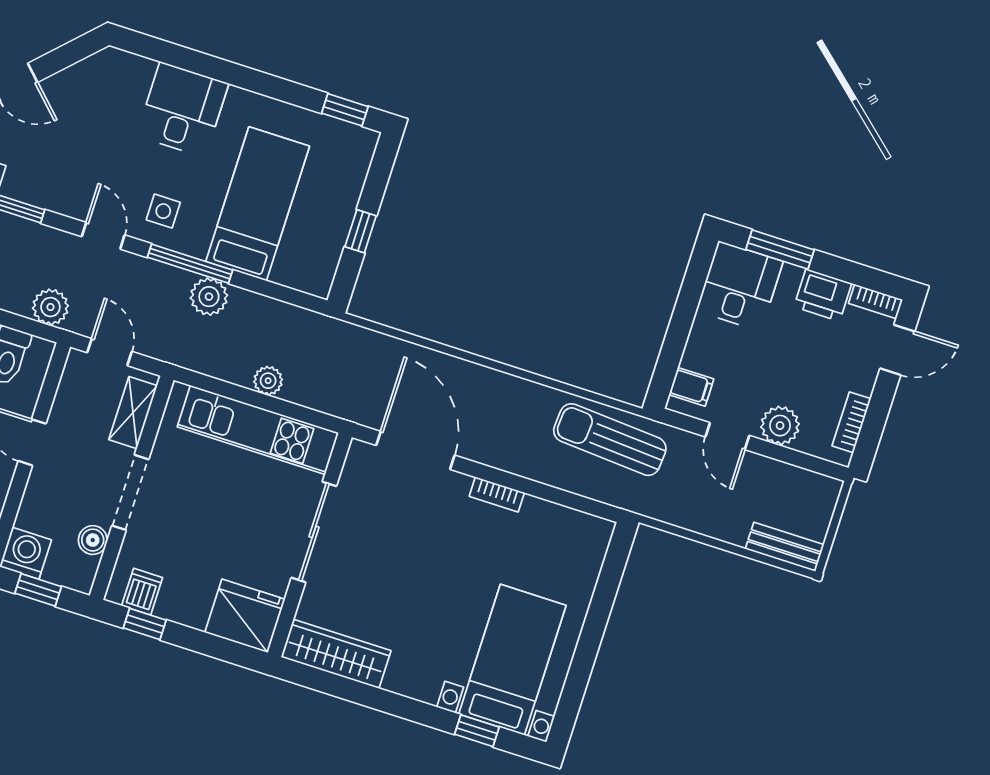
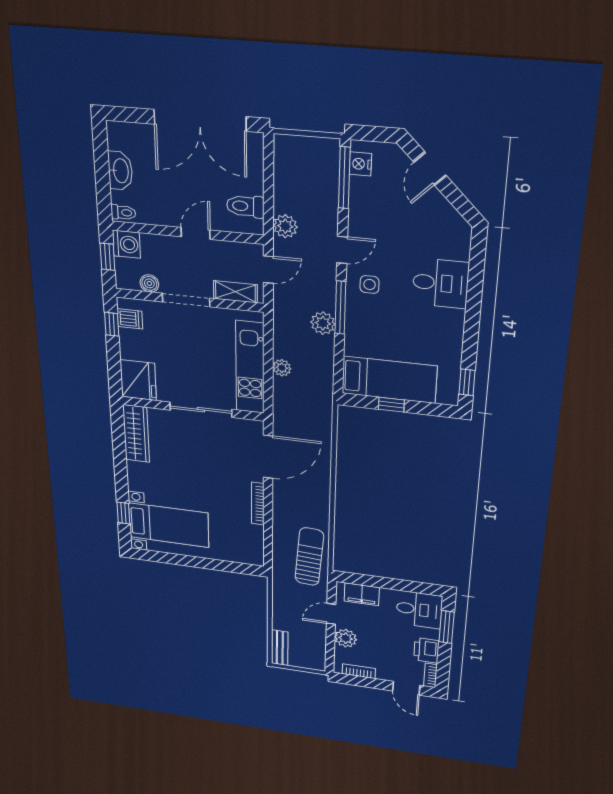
bed: (258, 204) -> (389, 380), moved
filing cabinet: (691, 387) -> (362, 594), width x2.00
bookcase: (497, 494) -> (258, 504), width x1.56

